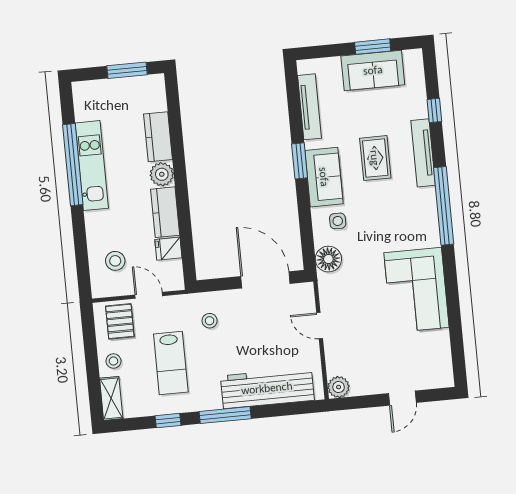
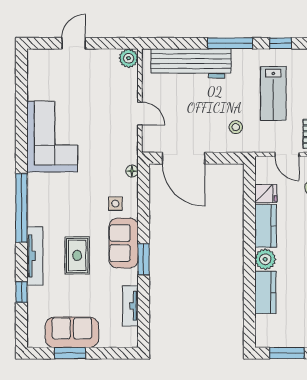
tv unit: (309, 107) -> (130, 306), width x0.71
floor lamp: (328, 259) -> (132, 171), width x0.53, depth x0.53
lab bench: (171, 363) -> (273, 93), turned 180

